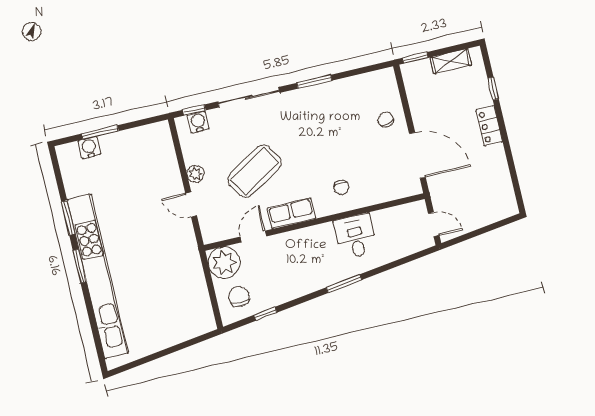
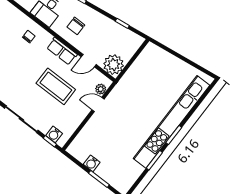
water cooler: (89, 148) -> (92, 163), moved
coffee table: (255, 171) -> (56, 86), turned 31
plant: (195, 174) -> (101, 89), moved
door: (191, 204) -> (98, 105), swing flipped
chair: (239, 297) -> (76, 26), moved

